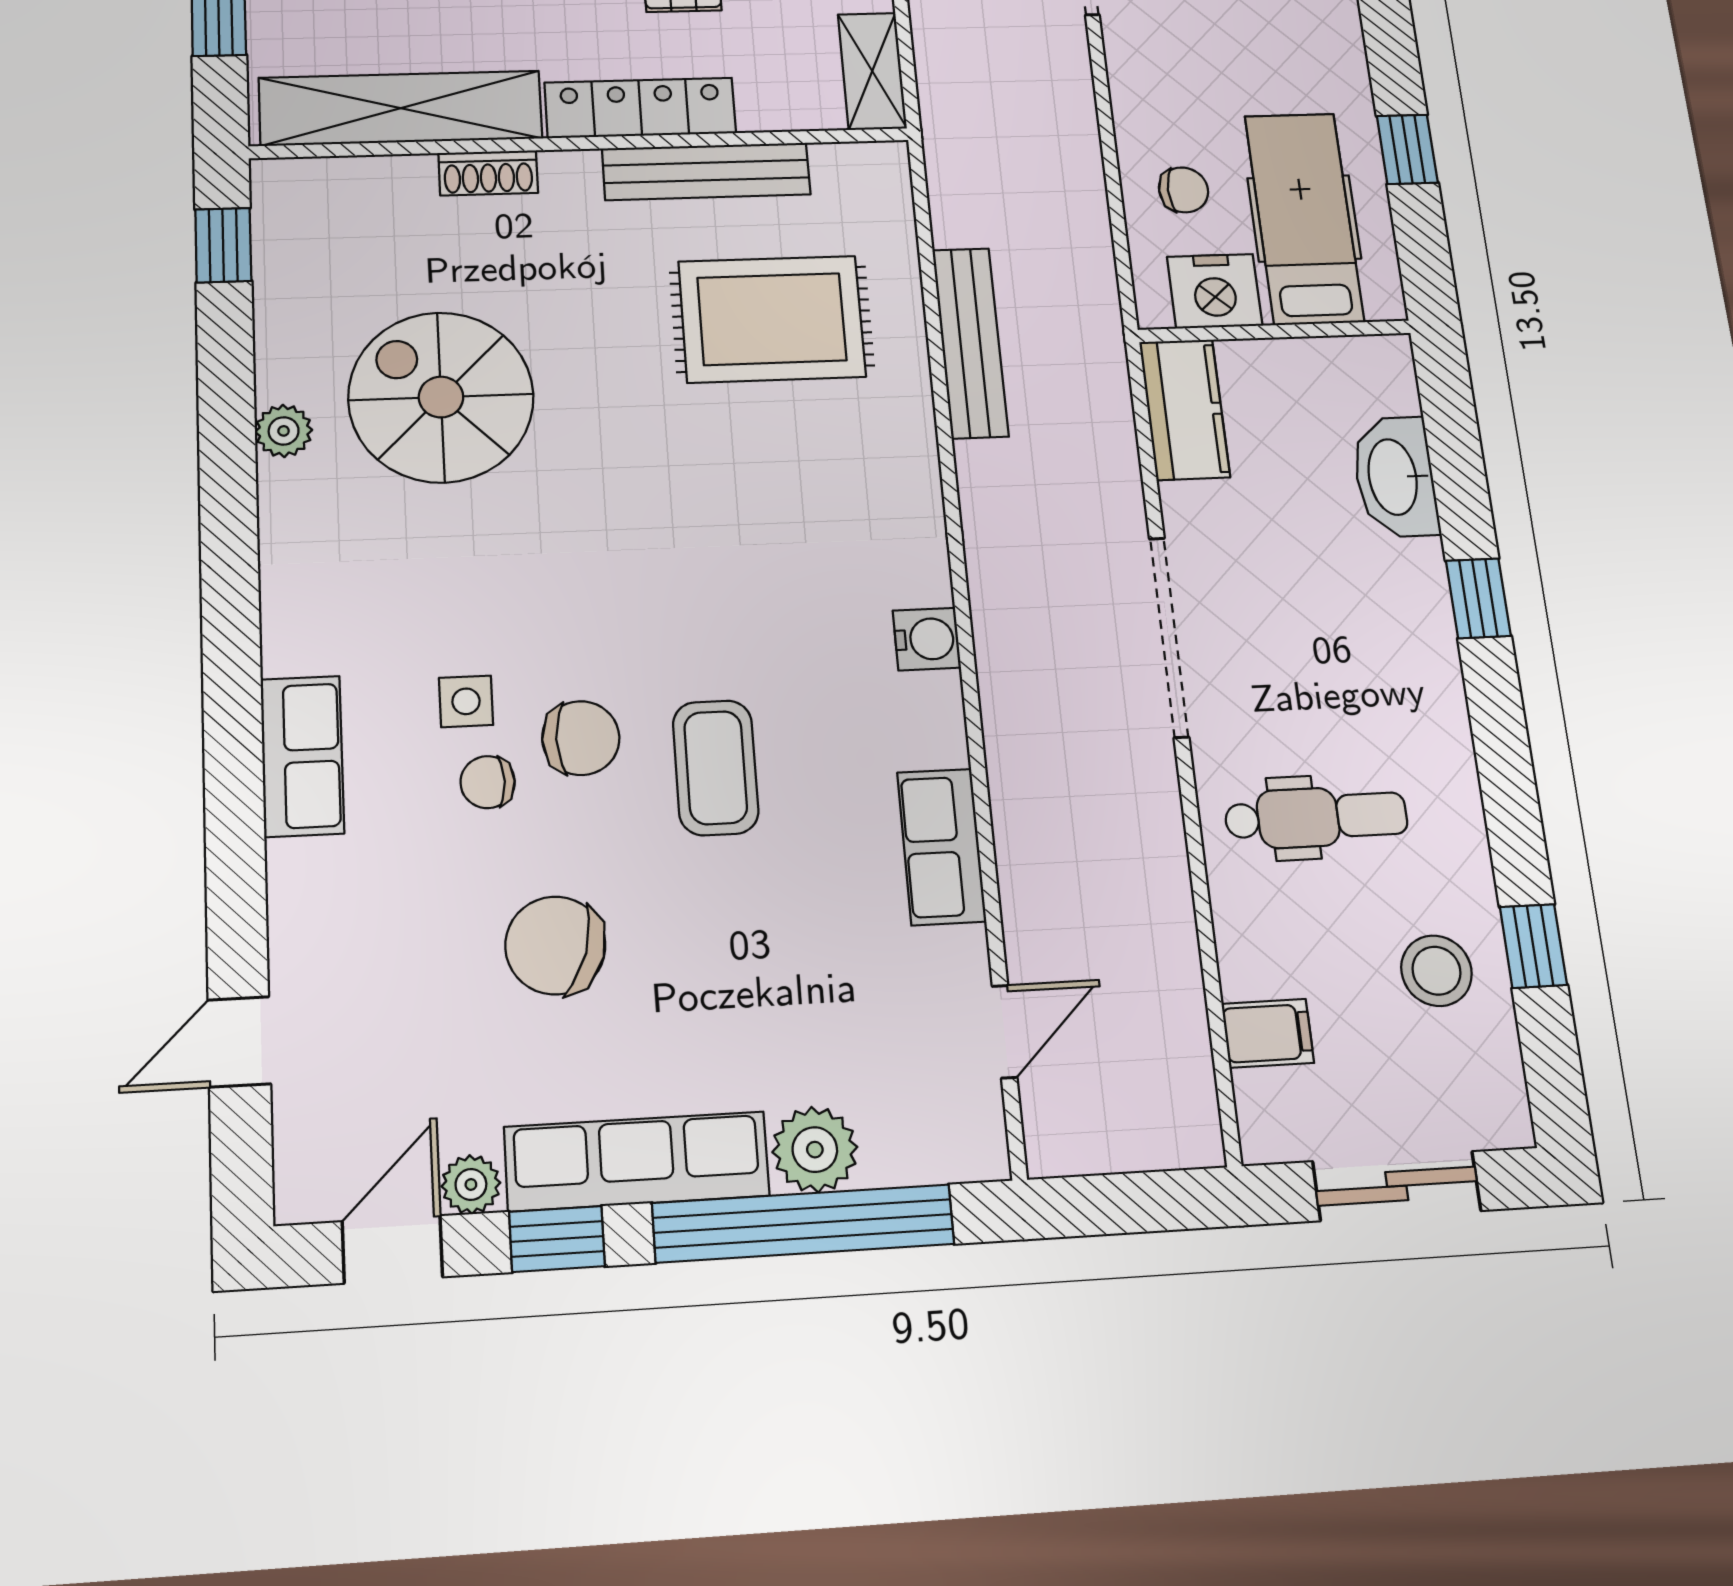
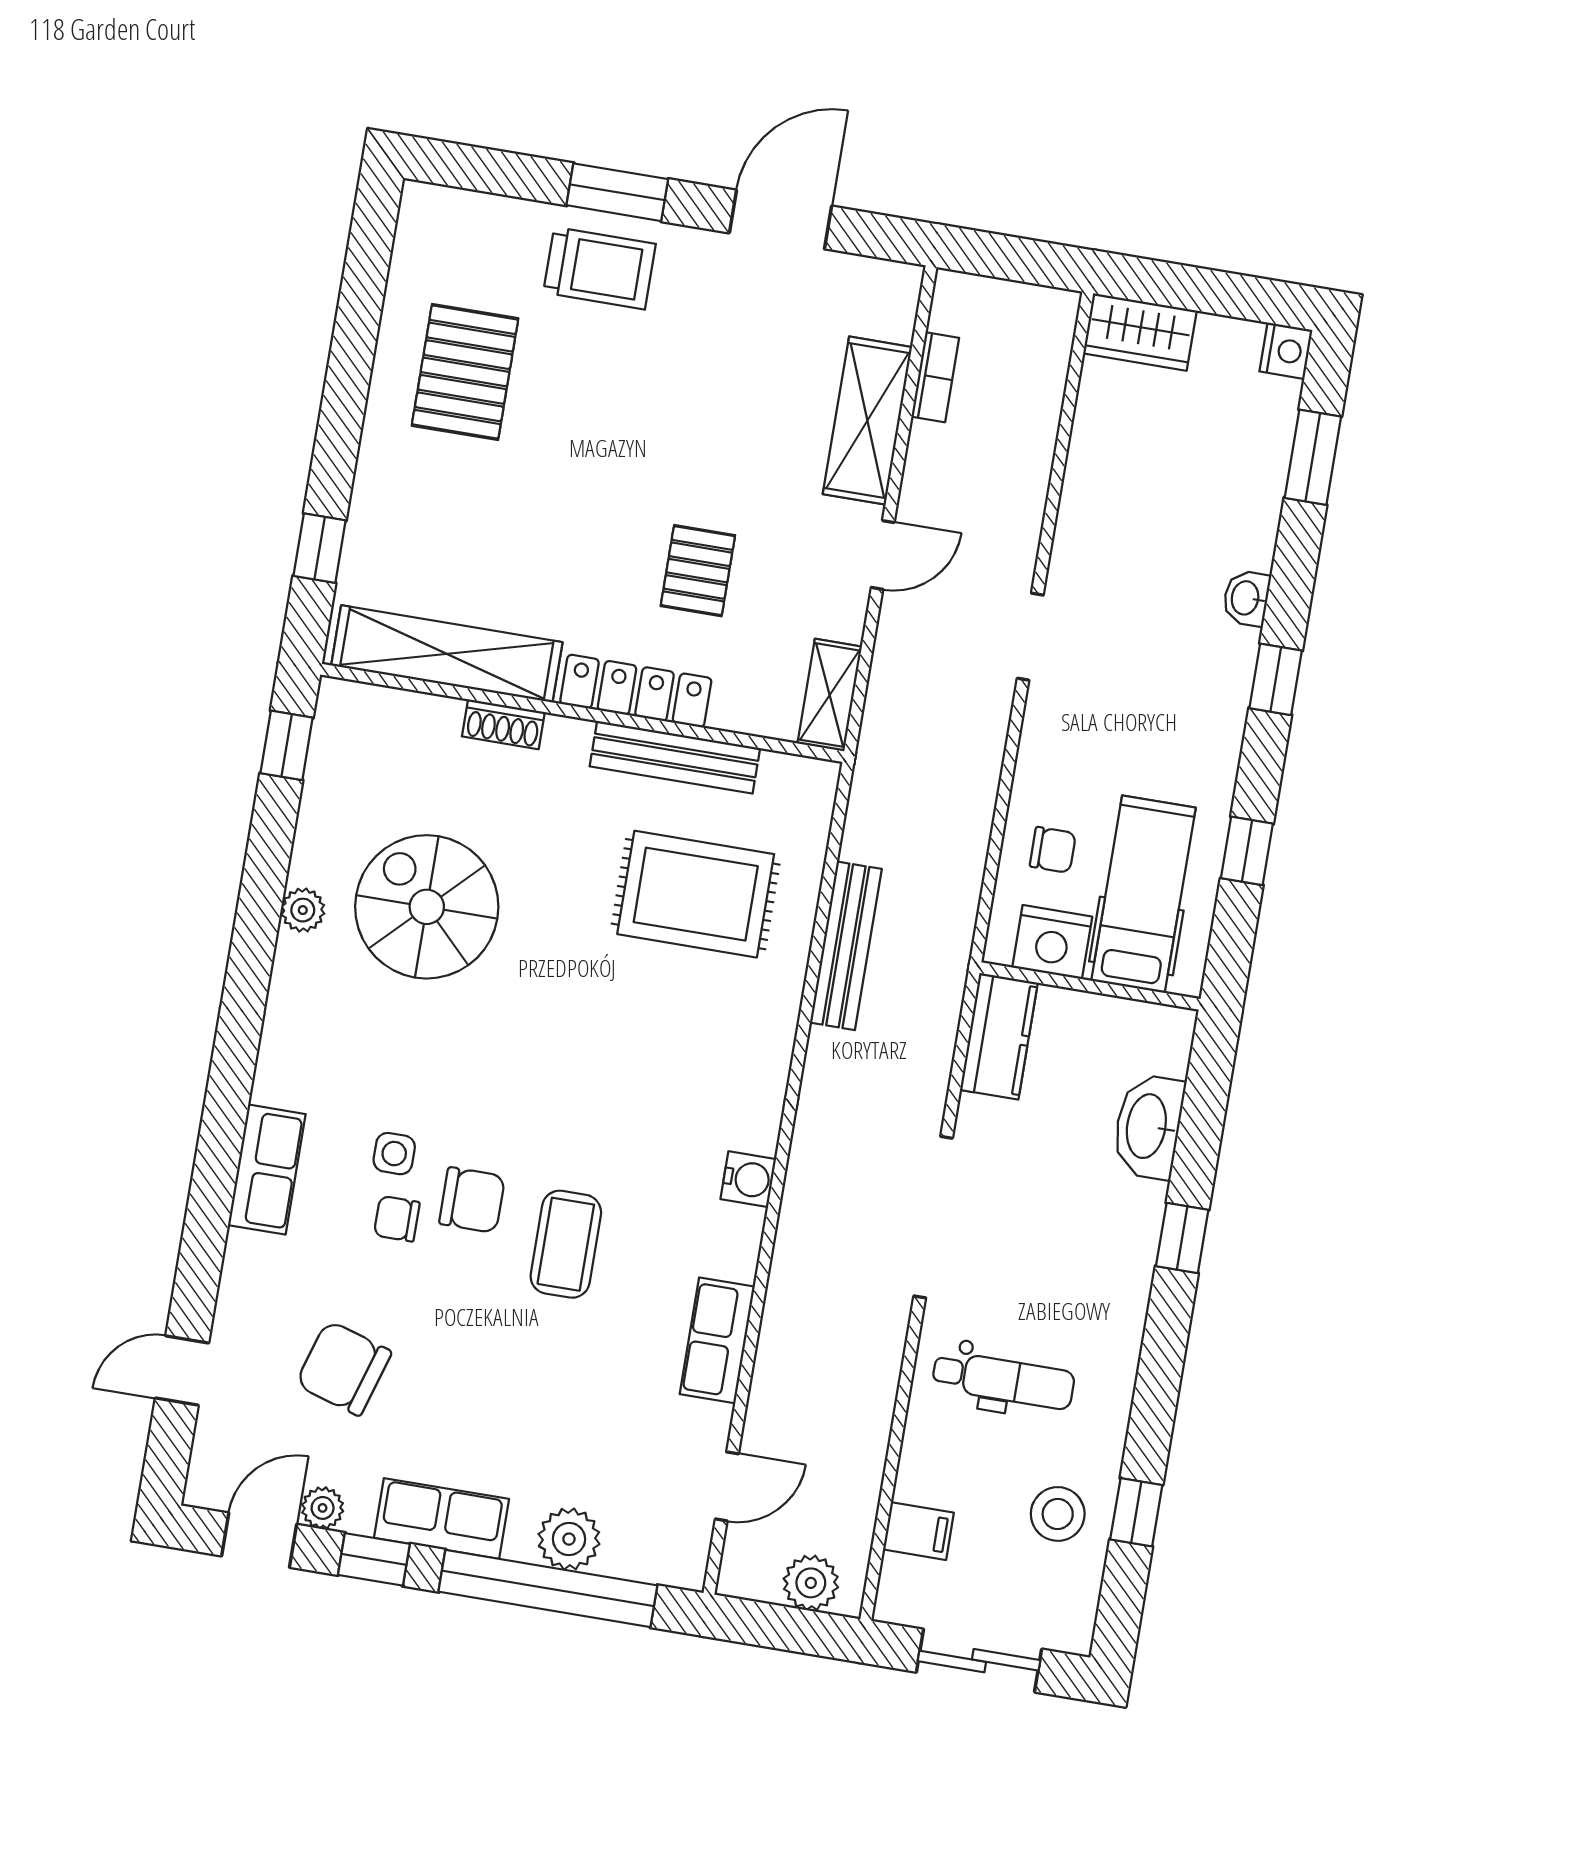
chair: (555, 945) -> (344, 1368), moved
plant: (1149, 1134) -> (811, 1583), added
row of seats: (637, 1161) -> (442, 1518), width x0.68

